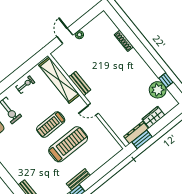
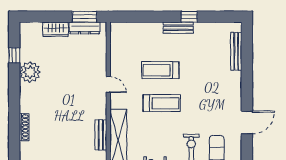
bench: (80, 83) -> (101, 135), moved
plant: (158, 90) -> (30, 72), moved
treadmill: (68, 144) -> (160, 70), width x0.73, depth x0.73

